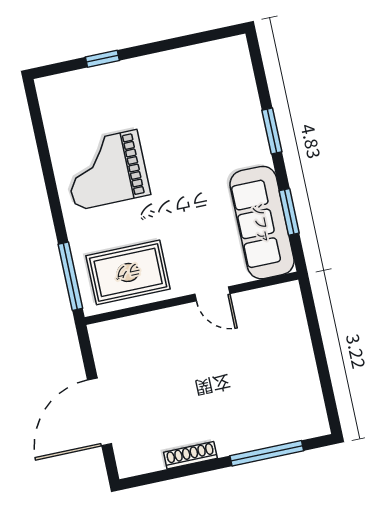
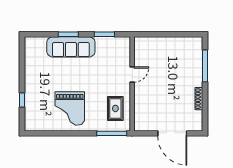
sofa: (262, 223) -> (71, 47), moved
rug: (128, 272) -> (115, 108), width x0.73, depth x0.70

